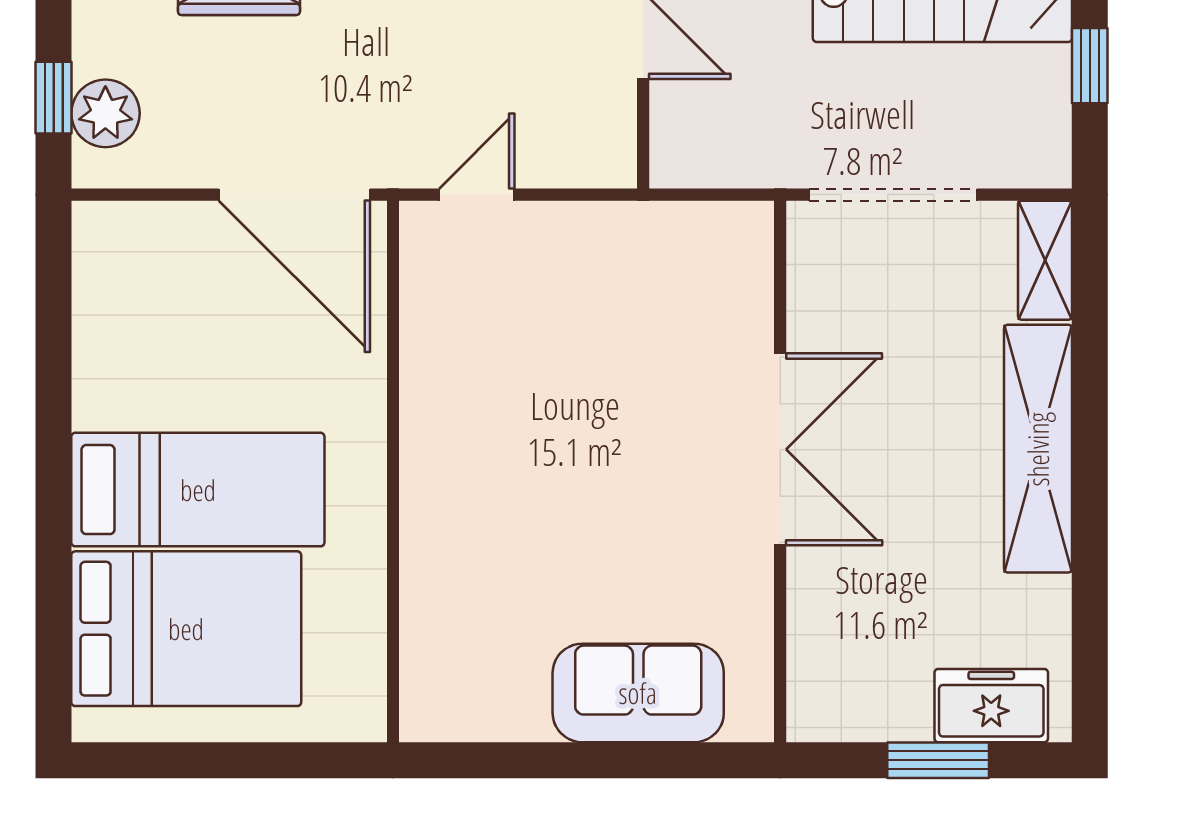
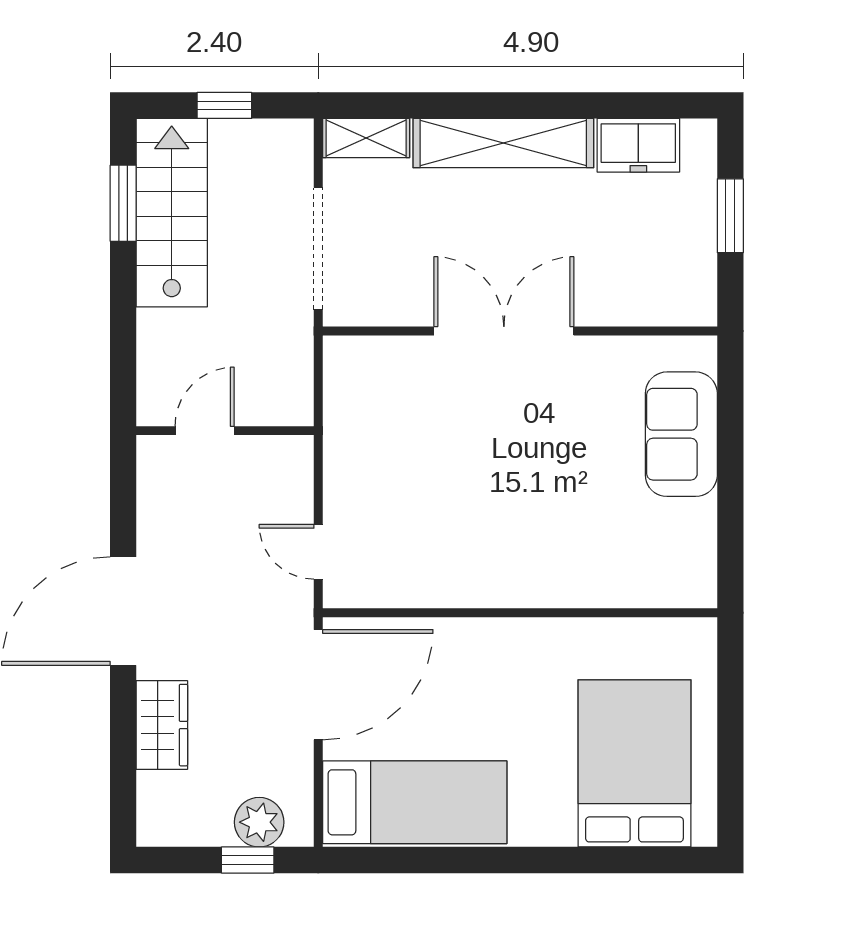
bed: (198, 490) -> (415, 802), moved, turned 90
freezer: (991, 706) -> (638, 145), moved, turned -90

